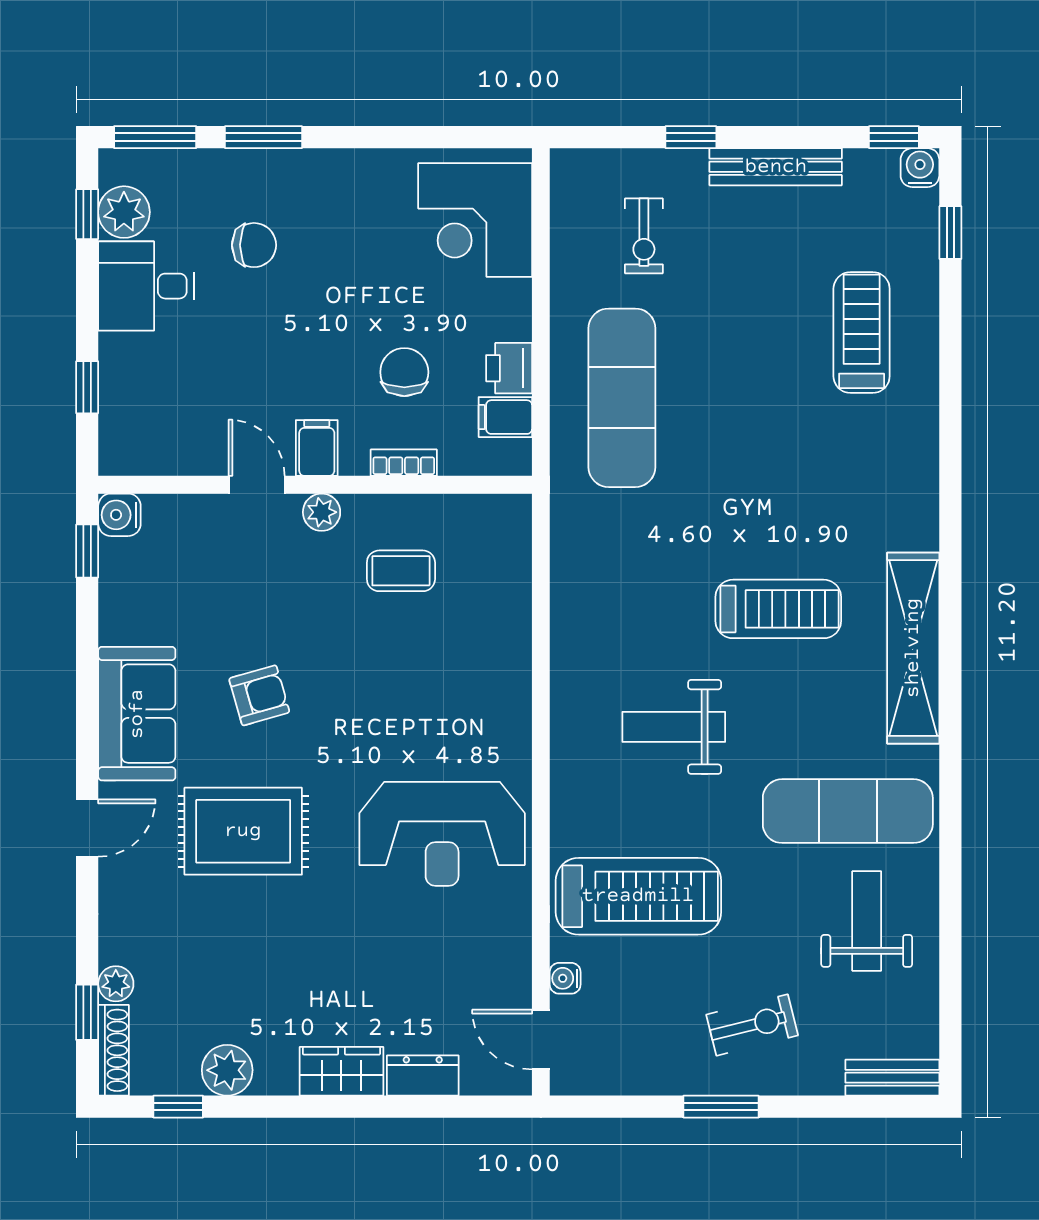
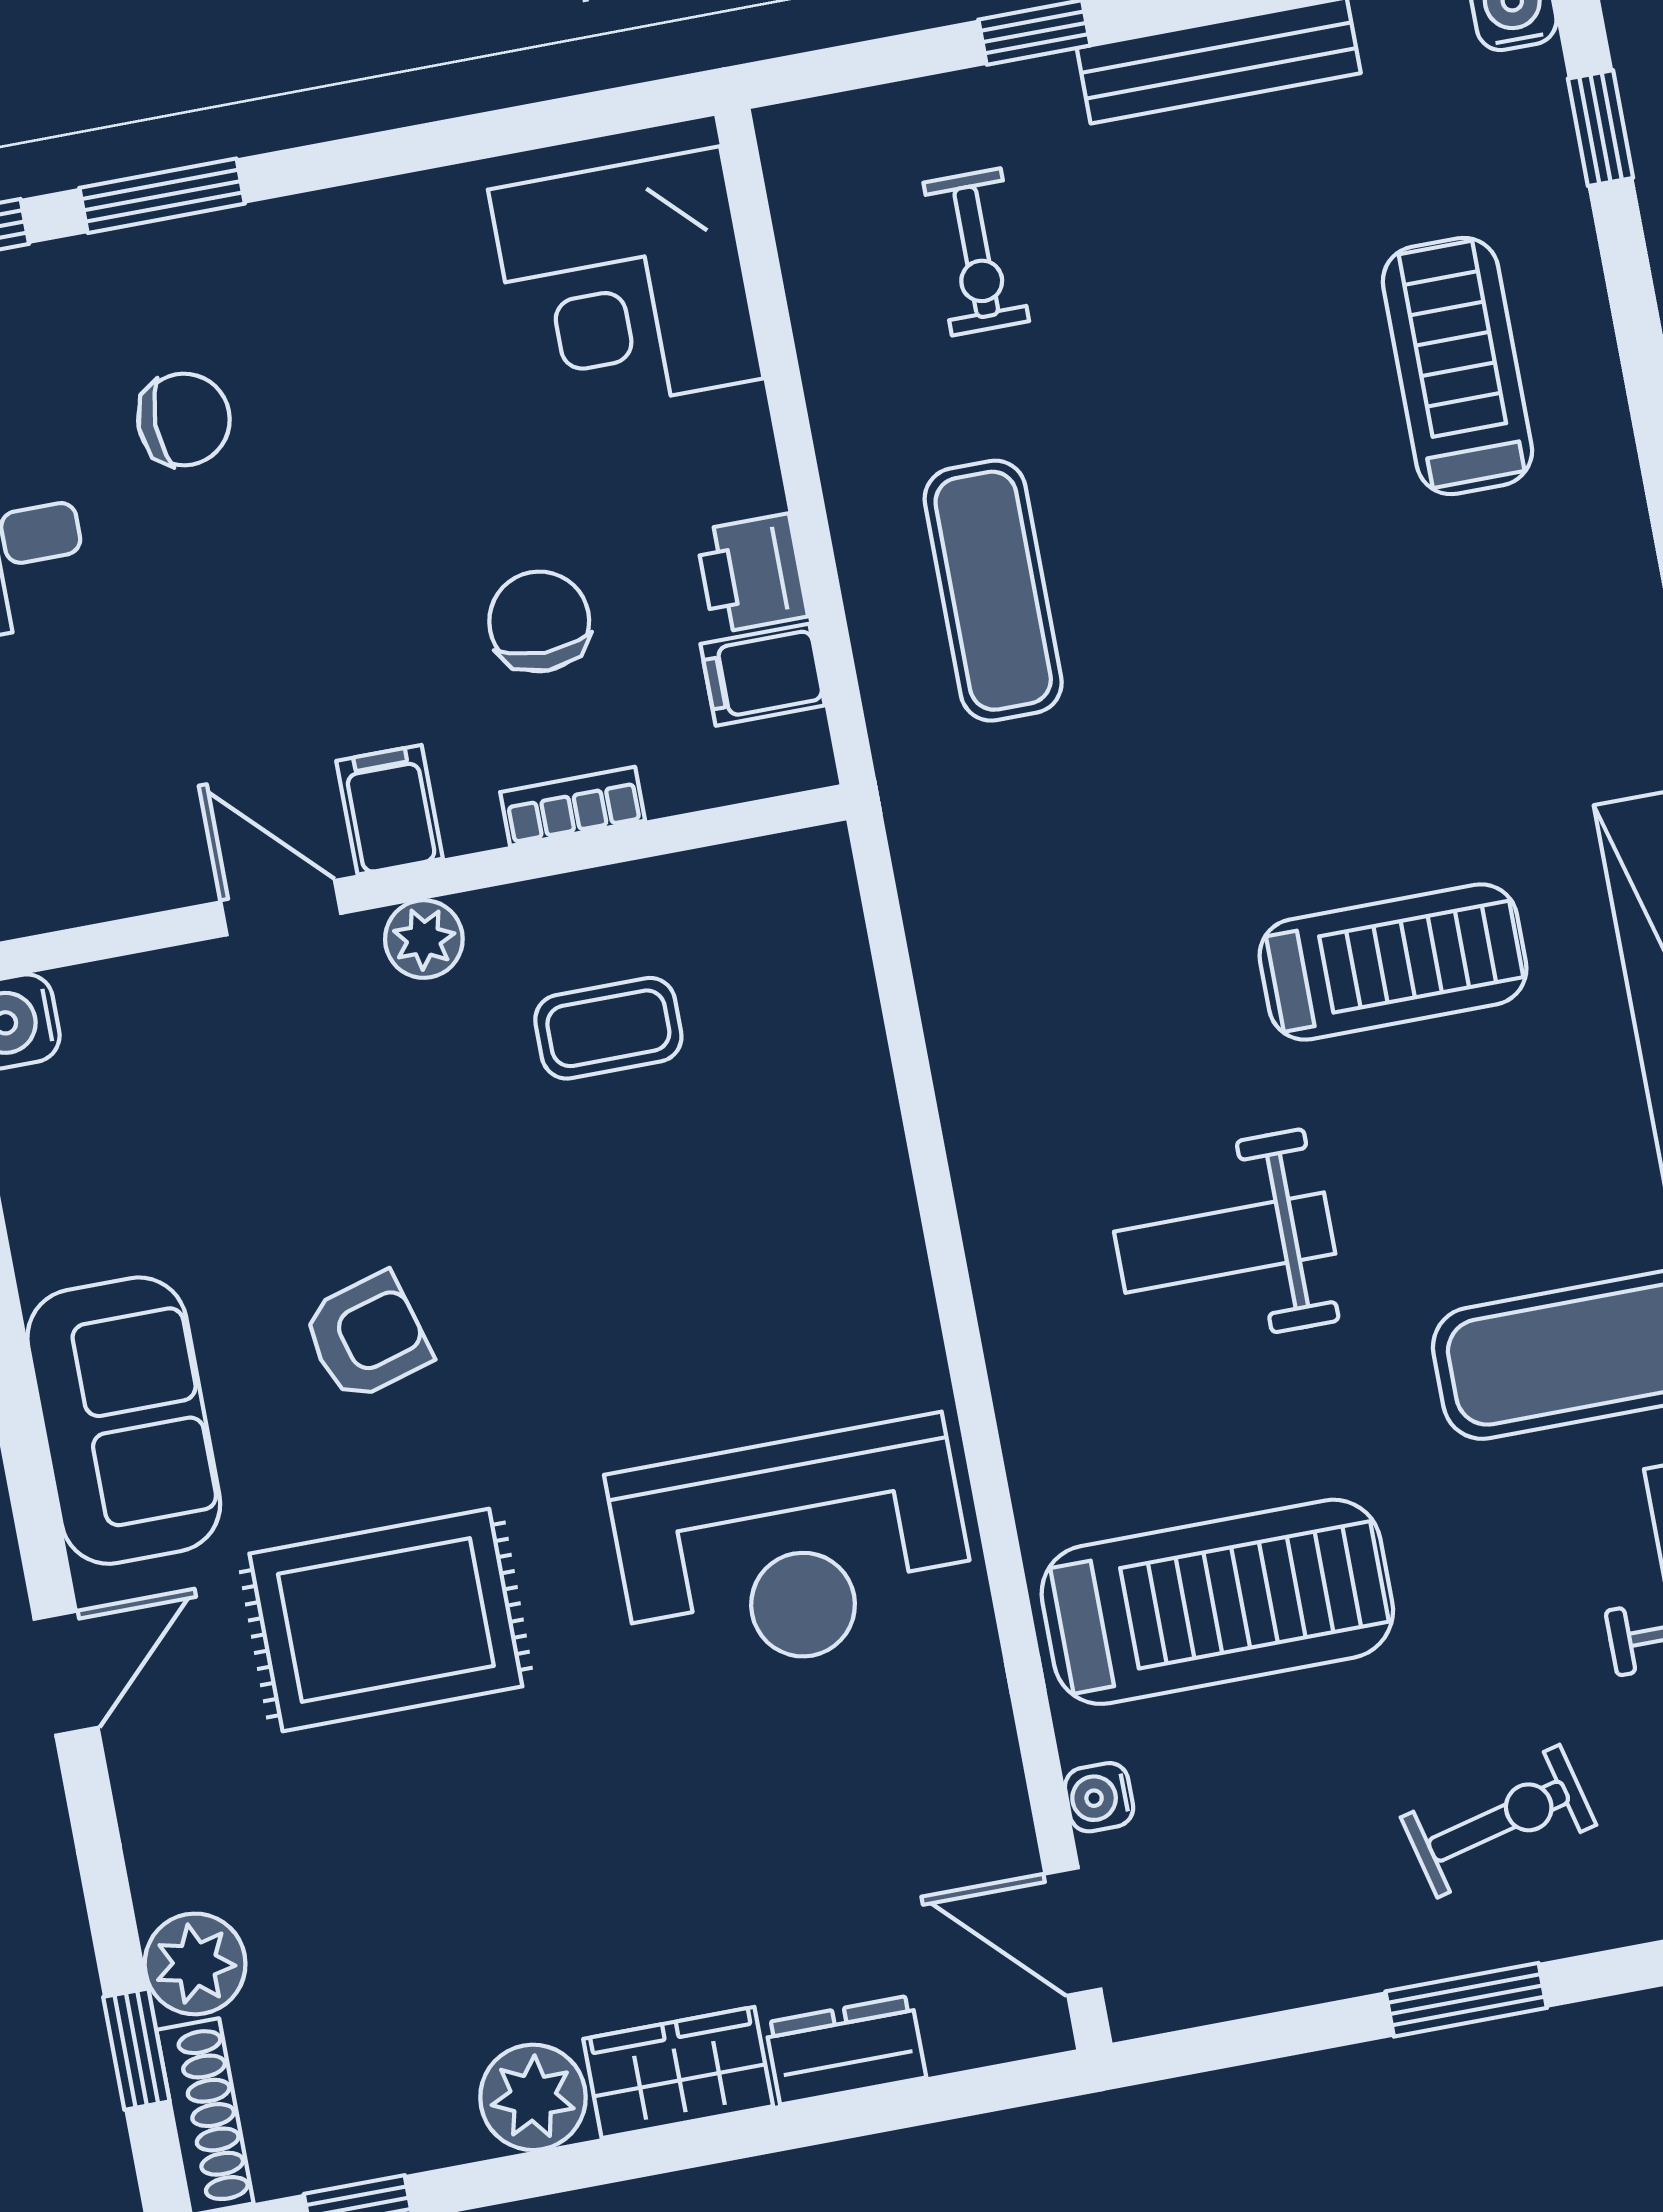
exercise mat: (622, 398) -> (993, 591), width x0.73, depth x0.69
plant: (116, 984) -> (195, 1964), width x1.38, depth x1.38
plant: (227, 1070) -> (533, 2097), moved

